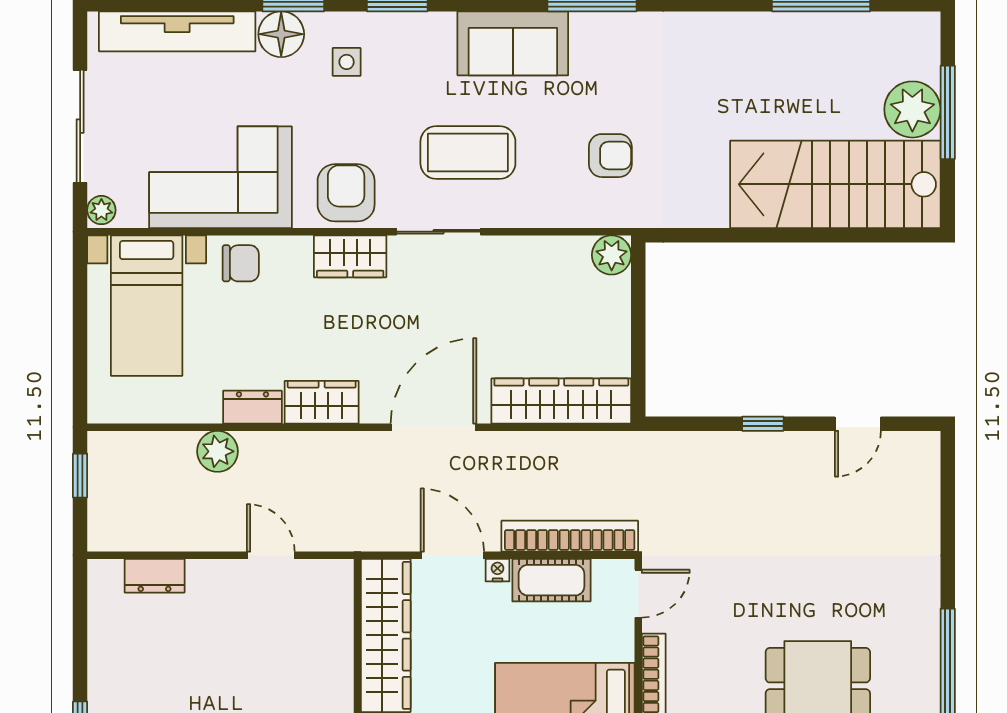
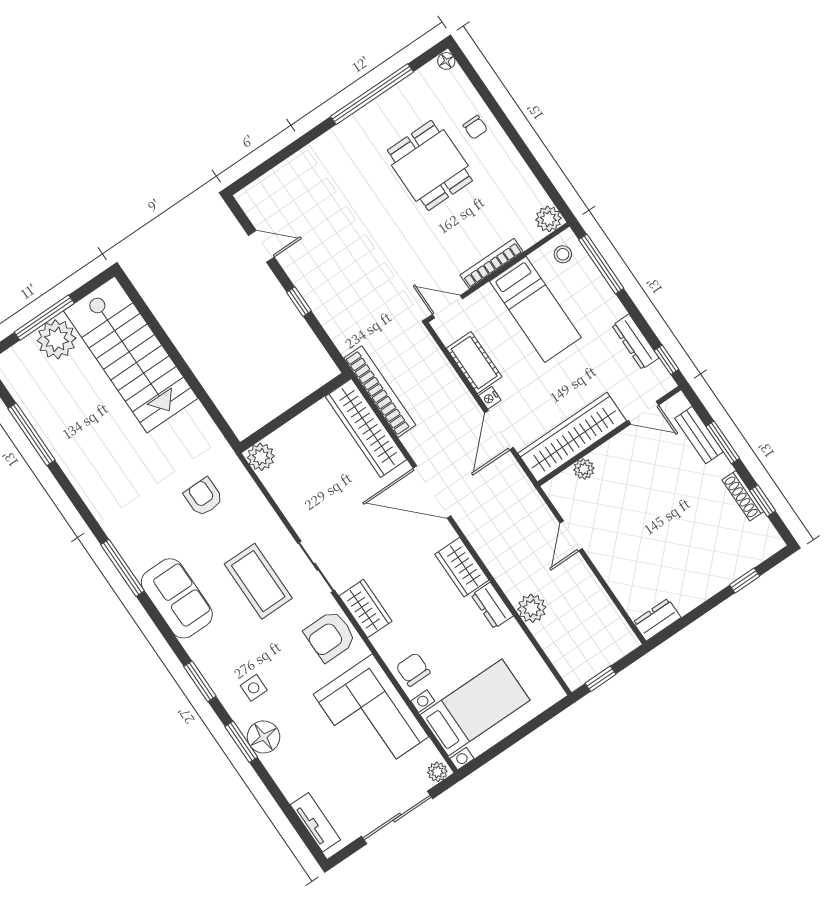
tv unit: (177, 31) -> (315, 822), width x0.52, depth x0.78
bookcase: (570, 536) -> (380, 392), moved, turned 180
dresser: (155, 576) -> (657, 620), moved, turned -90
plant: (339, 624) -> (584, 469), added

